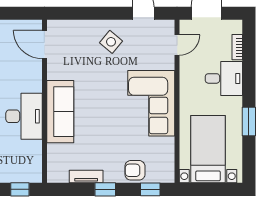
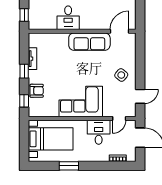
door: (177, 45) -> (119, 118), hinge flipped
desk: (224, 78) -> (99, 132), moved, turned 180
sofa: (60, 112) -> (89, 42), moved
desk: (24, 116) -> (68, 18), width x0.73
armchair: (135, 170) -> (37, 91), turned 90

